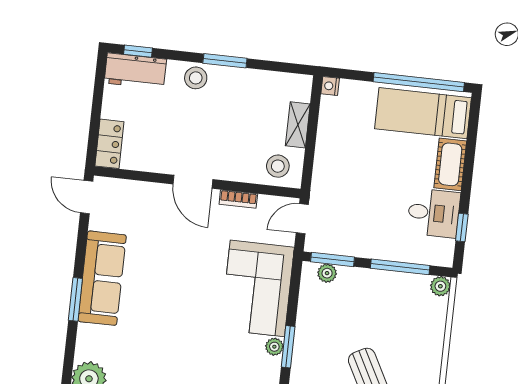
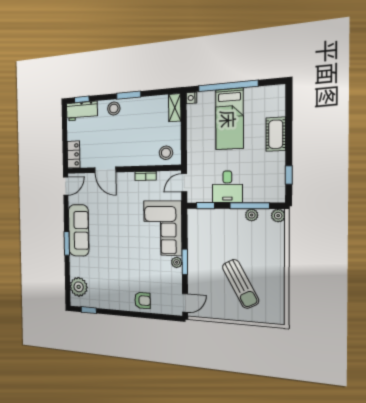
window: (419, 82) -> (228, 86), moved
bed: (423, 113) -> (229, 119), moved, turned -90
shelving: (298, 125) -> (175, 108), moved
door: (193, 182) -> (105, 170), moved
door: (87, 197) -> (66, 186), swing flipped
desk: (434, 213) -> (227, 187), moved, turned 90
window: (332, 259) -> (205, 206), width x0.67
plant: (327, 273) -> (252, 215), moved

